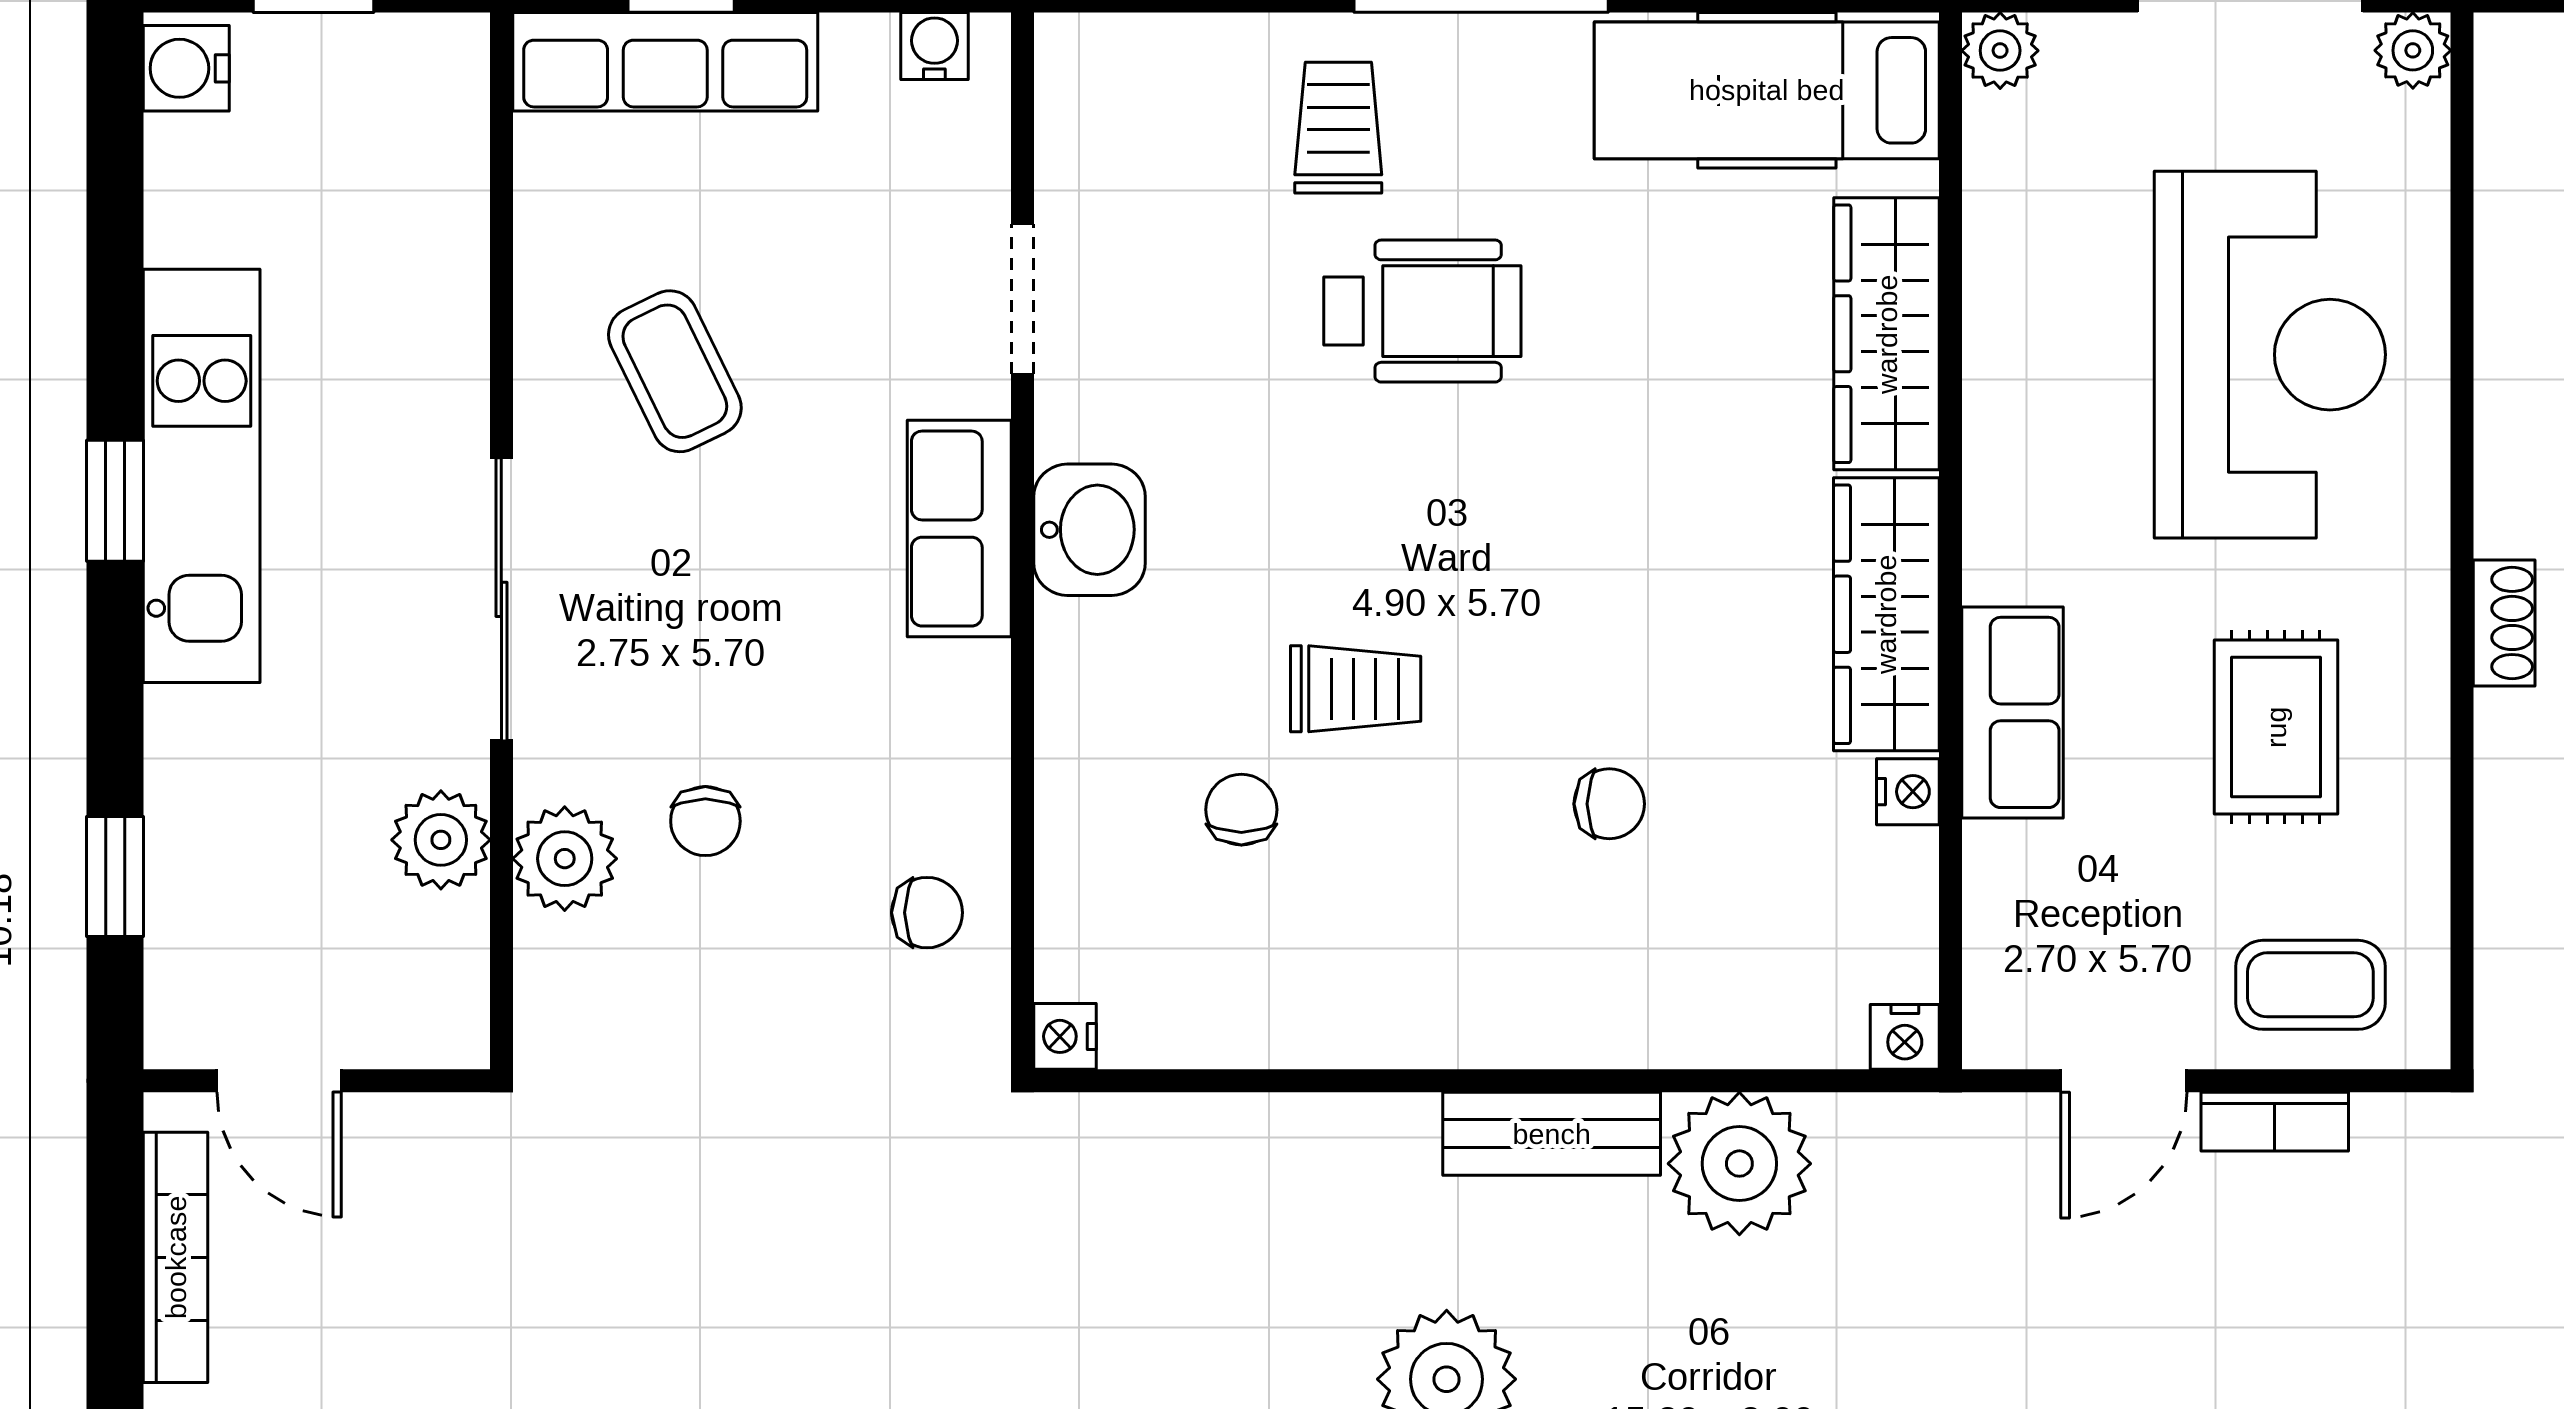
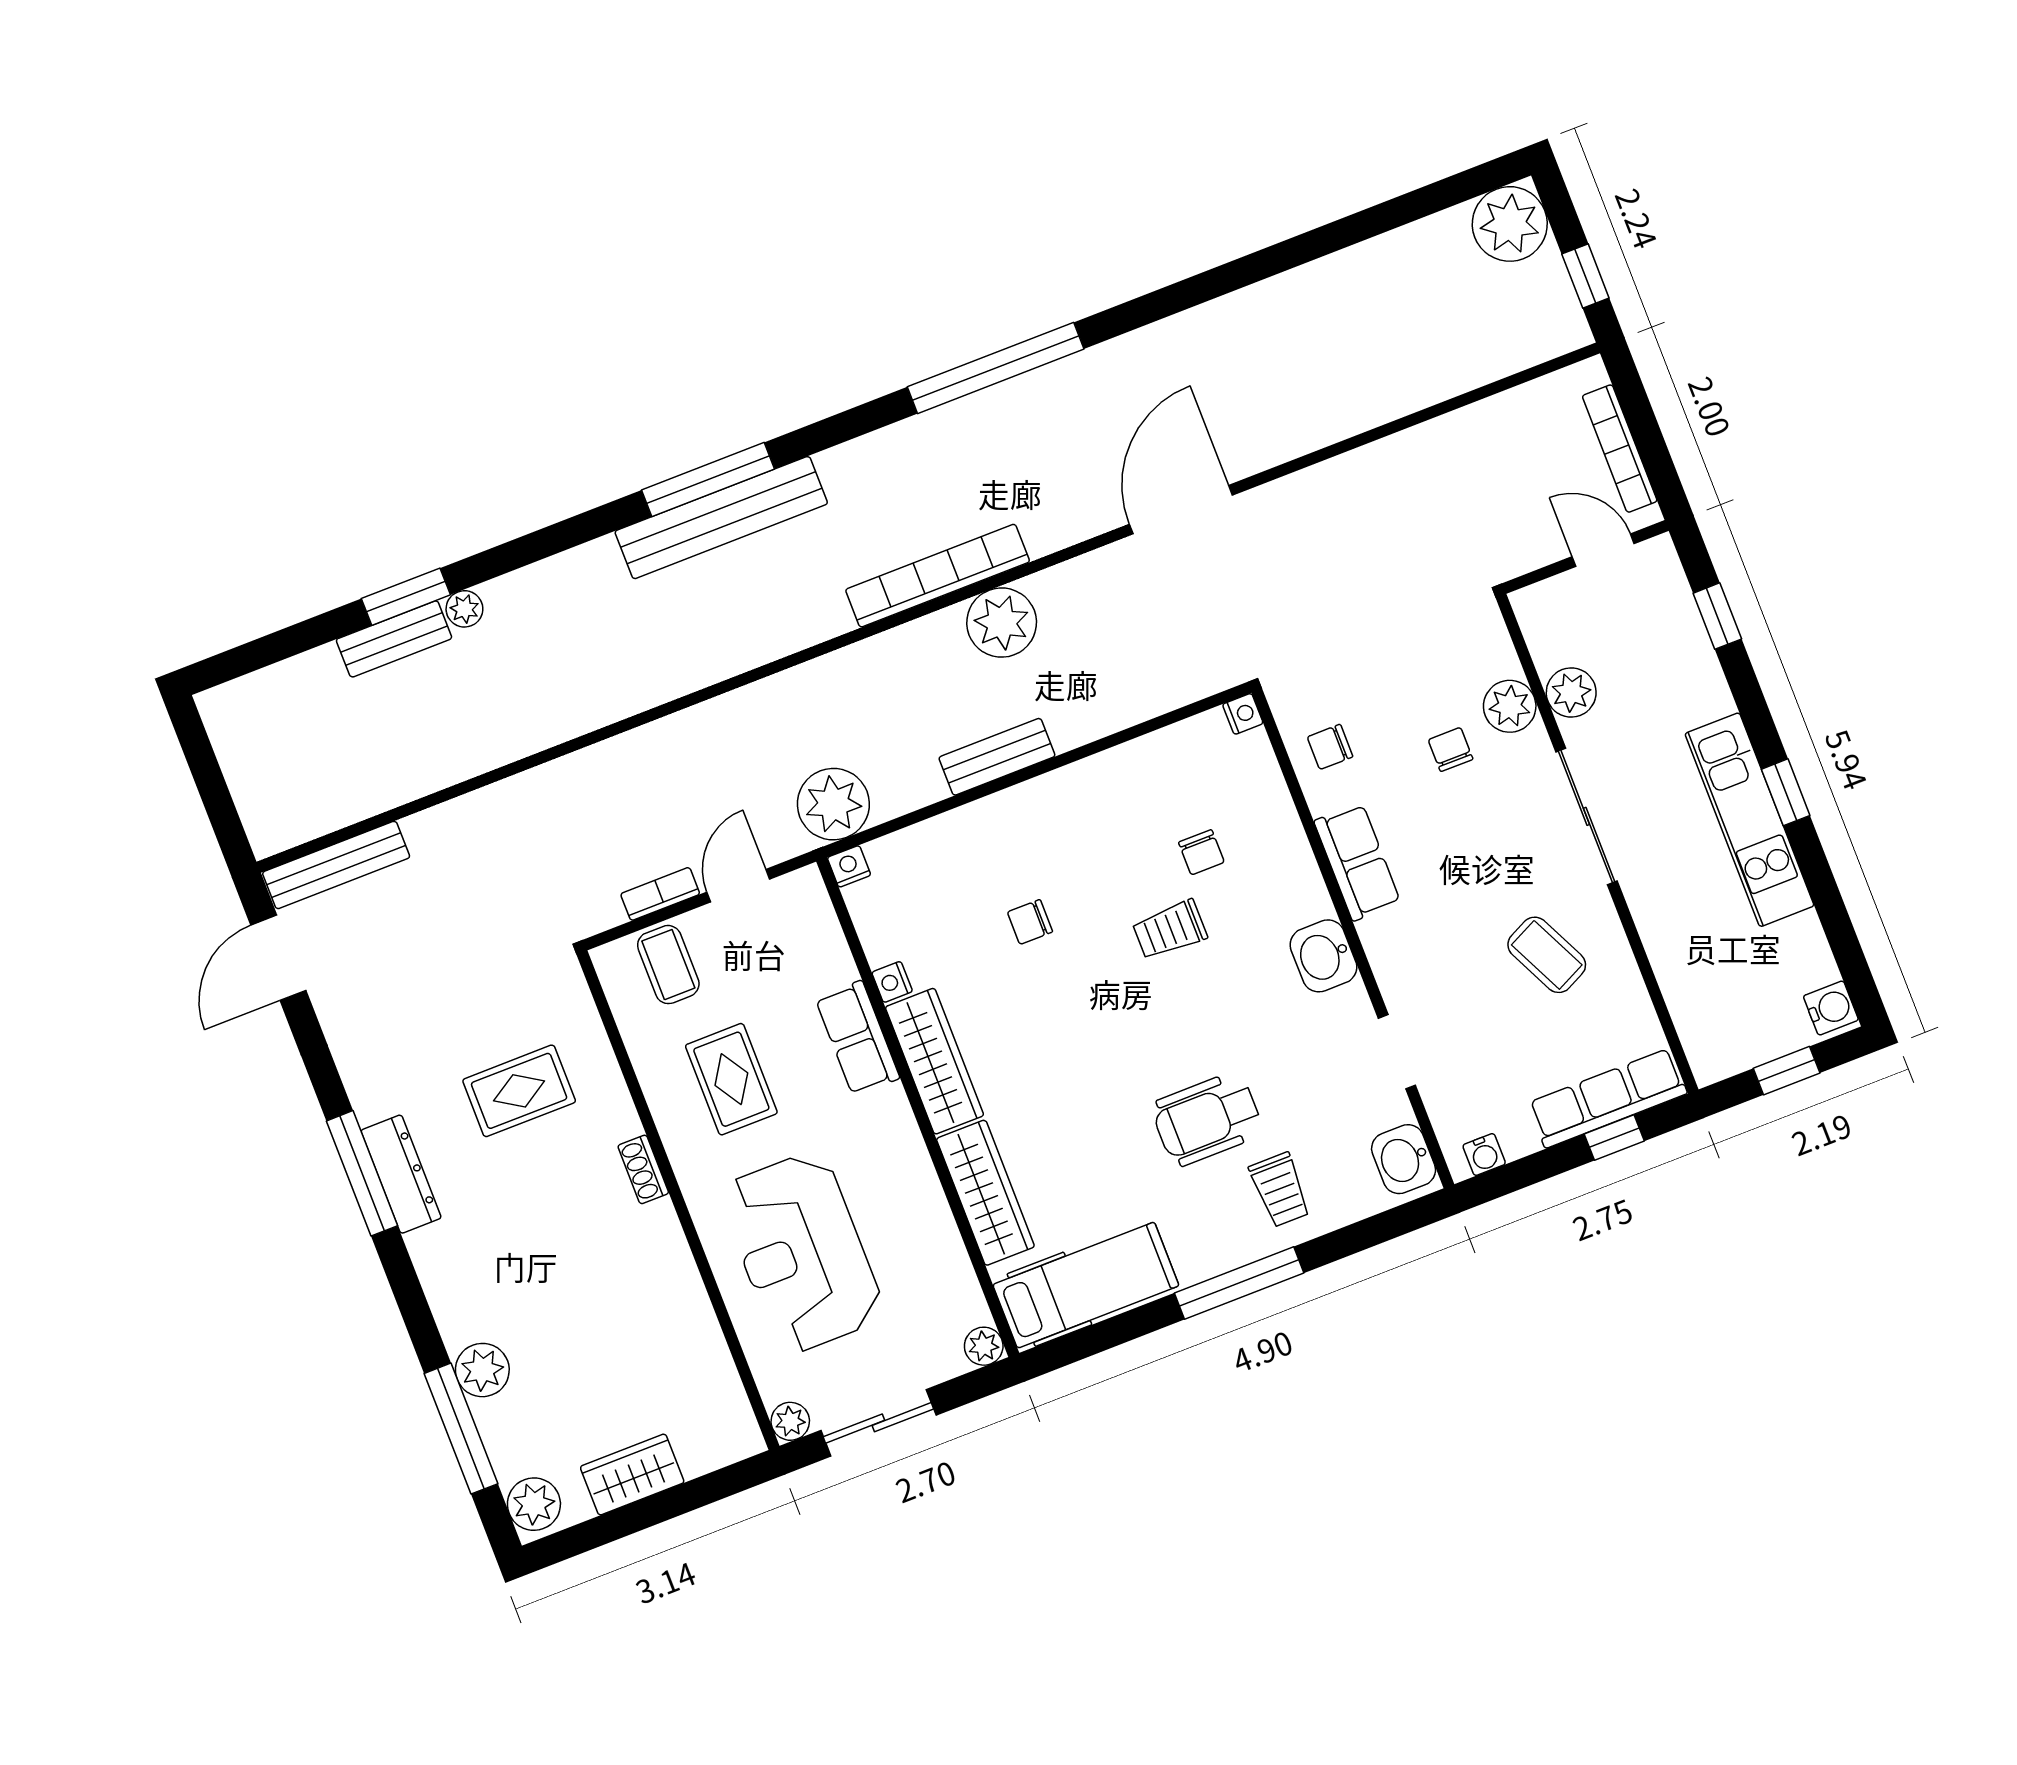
washbasin: (1087, 95) -> (1404, 1159), added
row of seats: (959, 529) -> (1357, 862), moved
coffee table: (2310, 985) -> (668, 965), turned 90
plant: (1739, 1164) -> (833, 804), moved

